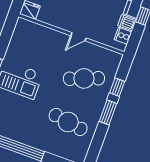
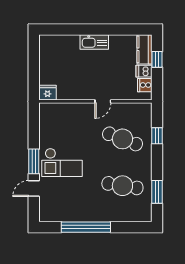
cafe table: (84, 78) -> (122, 139), turned 42
window: (108, 112) -> (157, 192), moved

